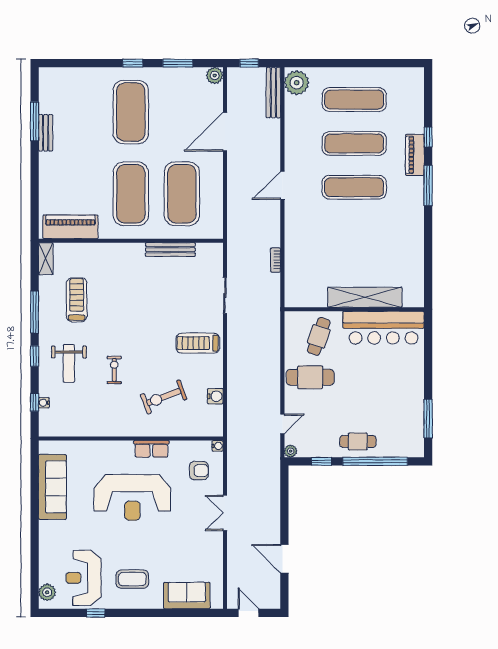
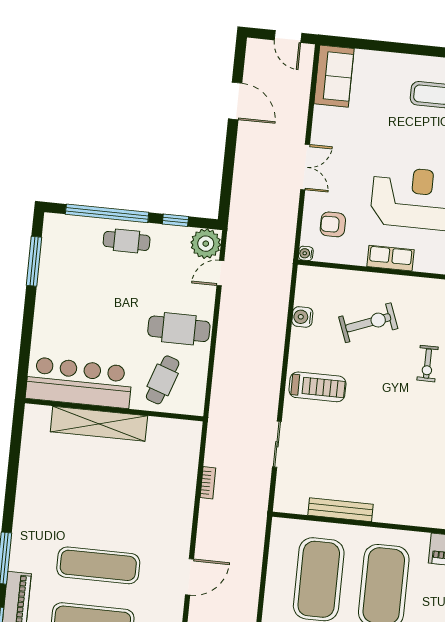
plant: (291, 451) -> (206, 244), width x1.88, depth x1.88
sofa: (187, 596) -> (334, 76), moved, turned -90

